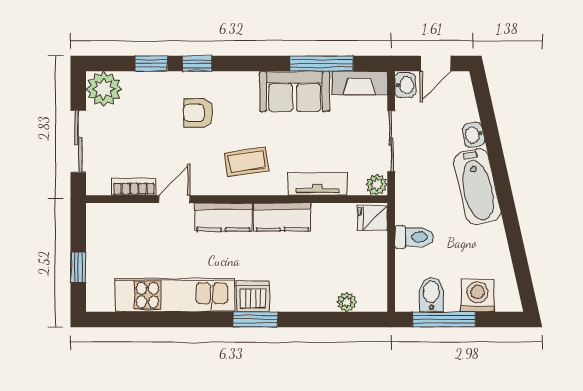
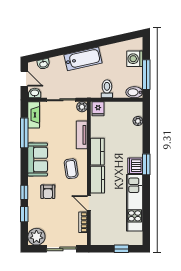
sofa: (295, 91) -> (38, 160), moved
washbasin: (473, 135) -> (43, 64), moved
bidet: (431, 294) -> (134, 92), moved

